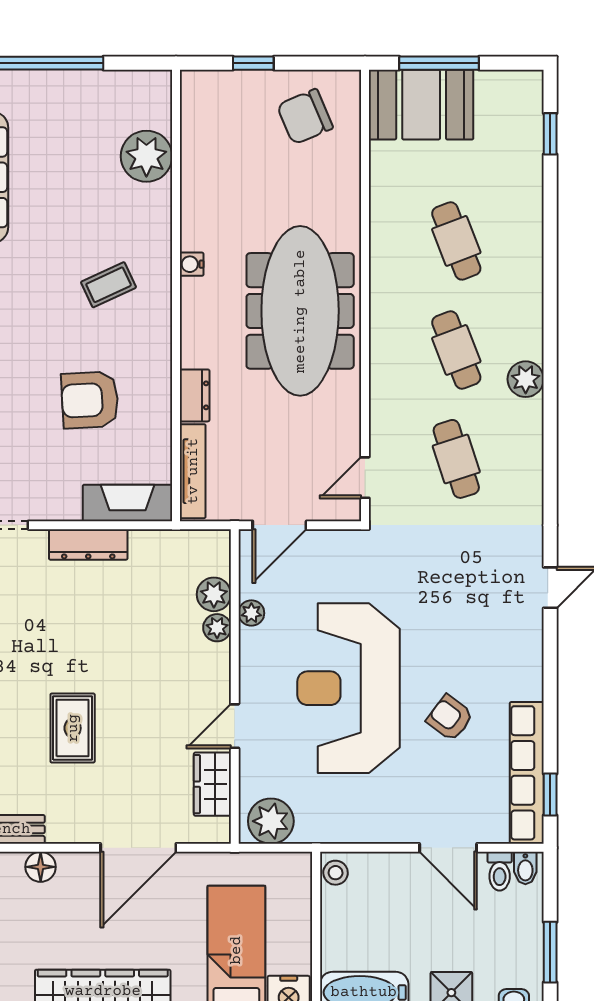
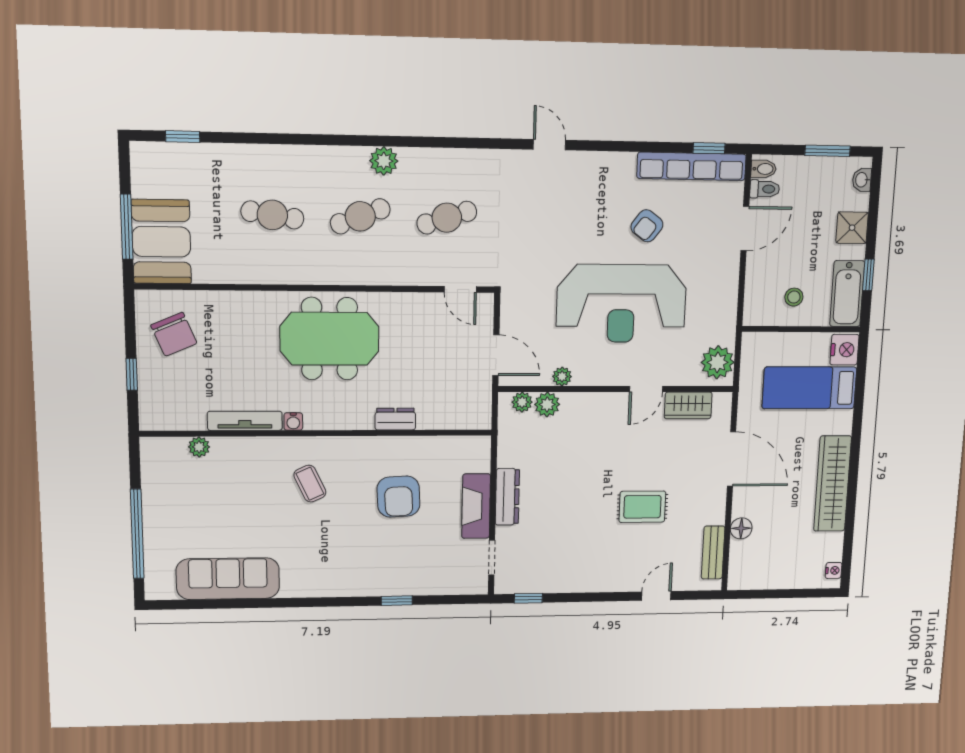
plant: (146, 156) -> (199, 447), width x0.53, depth x0.53
cafe table: (456, 241) -> (272, 215), turned 30
meeting table: (300, 311) -> (329, 339), width x0.73
tv unit: (193, 471) -> (245, 421), moved
fireplace: (127, 503) -> (476, 506), moved
plant: (217, 628) -> (522, 402), moved
door: (235, 726) -> (646, 389), hinge flipped
stool: (336, 873) -> (794, 297), moved

